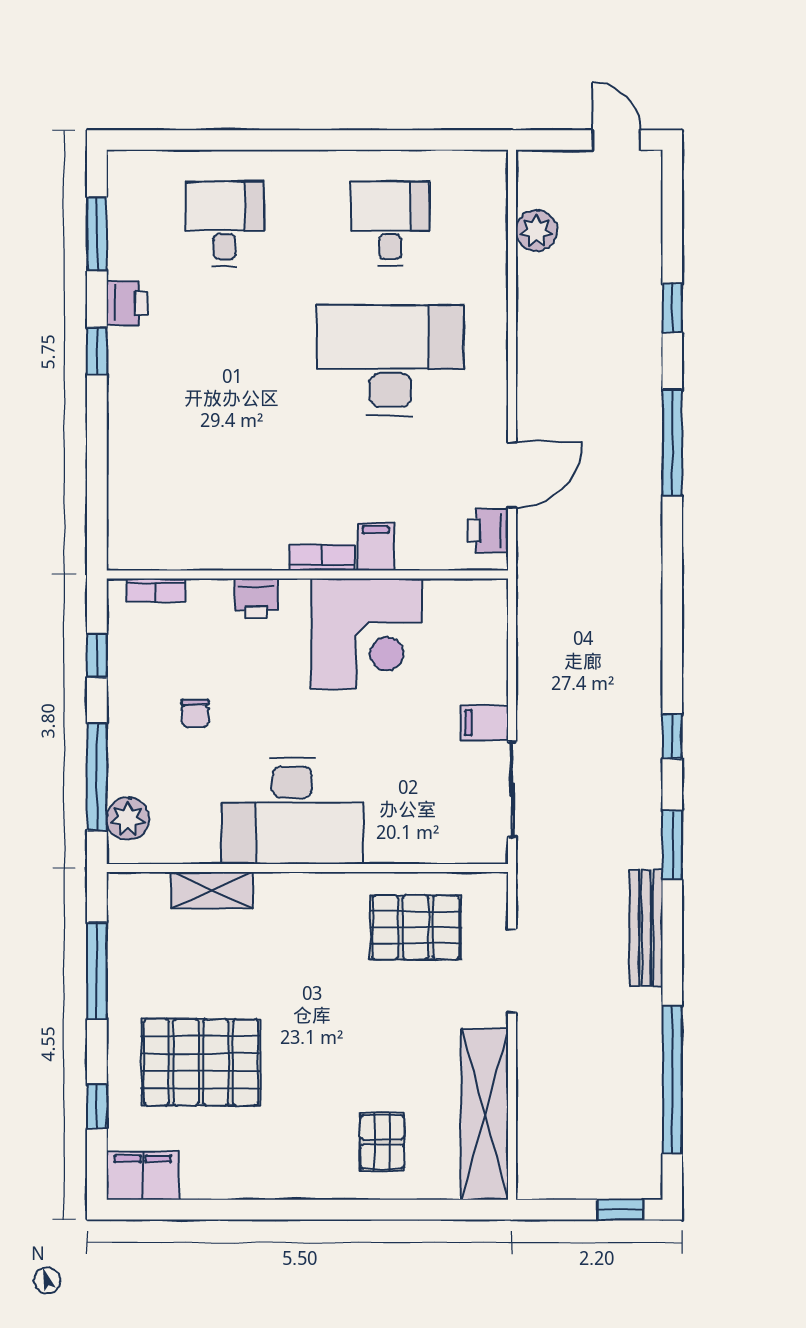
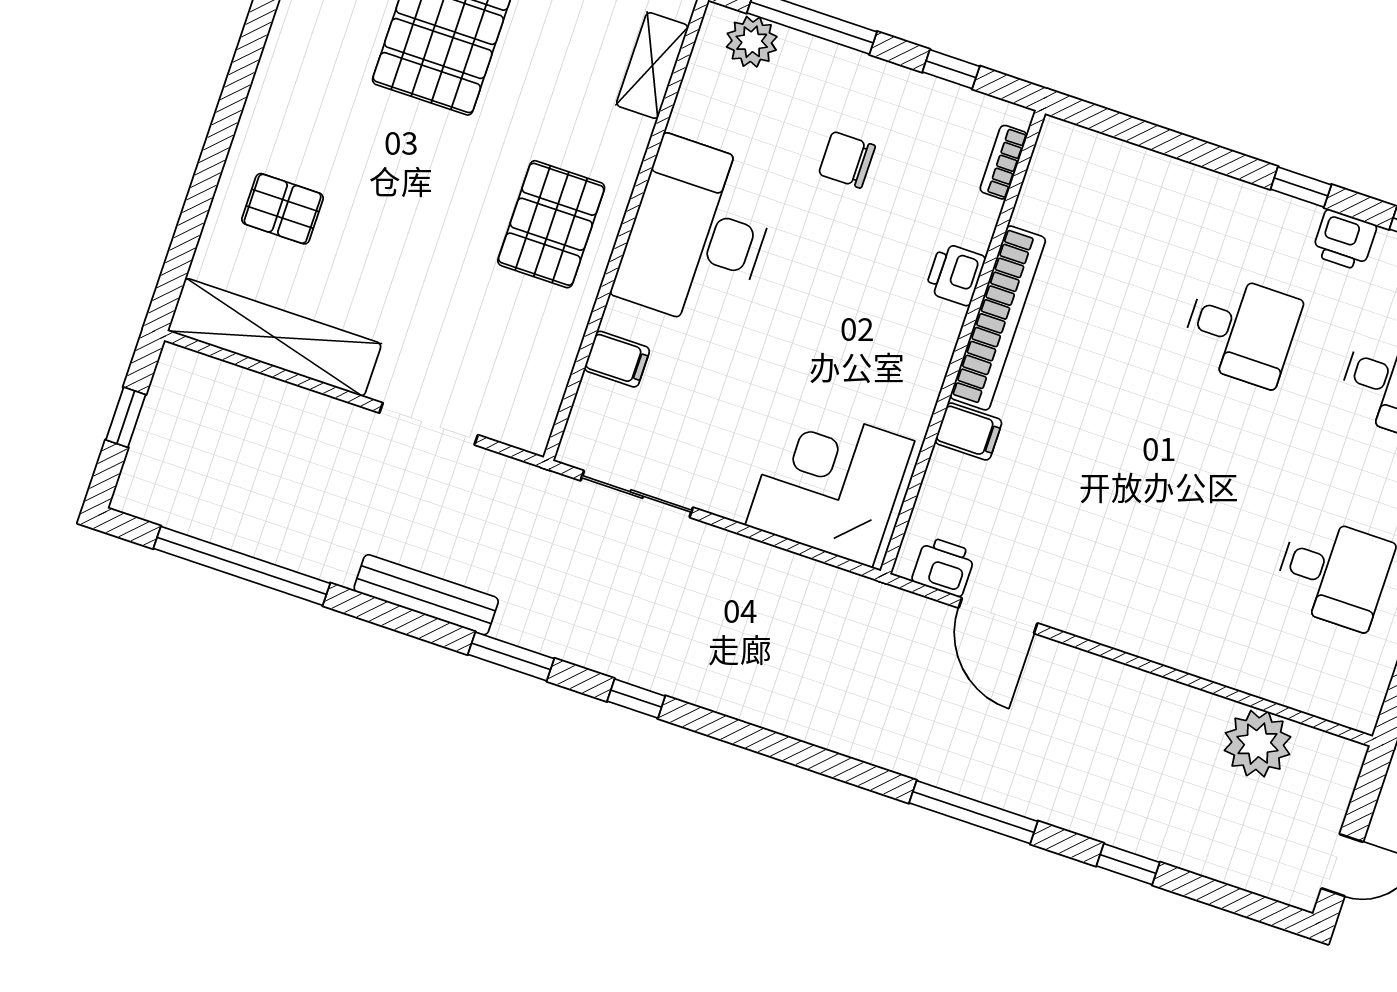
plant: (536, 231) -> (1258, 744), width x1.36, depth x1.36
desk: (390, 360) -> (1241, 330), moved, width x0.53, depth x0.77
bookcase: (322, 558) -> (998, 318), width x2.31, depth x1.31
corner desk: (367, 634) -> (830, 483), moved, turned 90
chair: (195, 713) -> (847, 160), width x1.37, depth x1.37
filing cabinet: (485, 723) -> (617, 359), moved, turned 90
shelving: (212, 890) -> (652, 66), moved
pallet: (416, 927) -> (551, 224), moved
window: (620, 1210) -> (126, 417), moved

